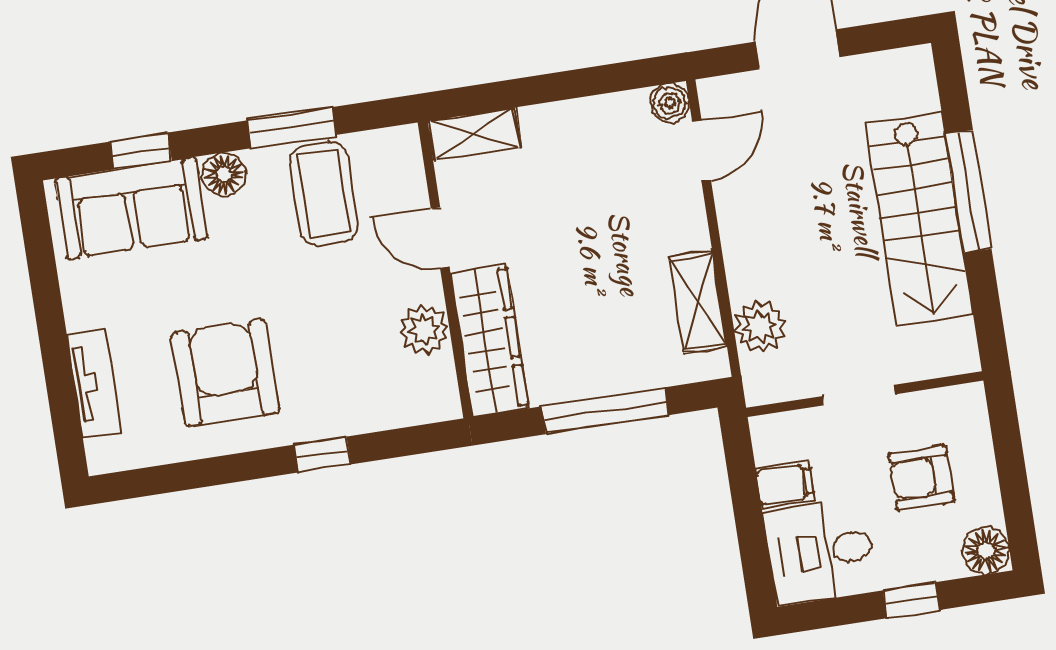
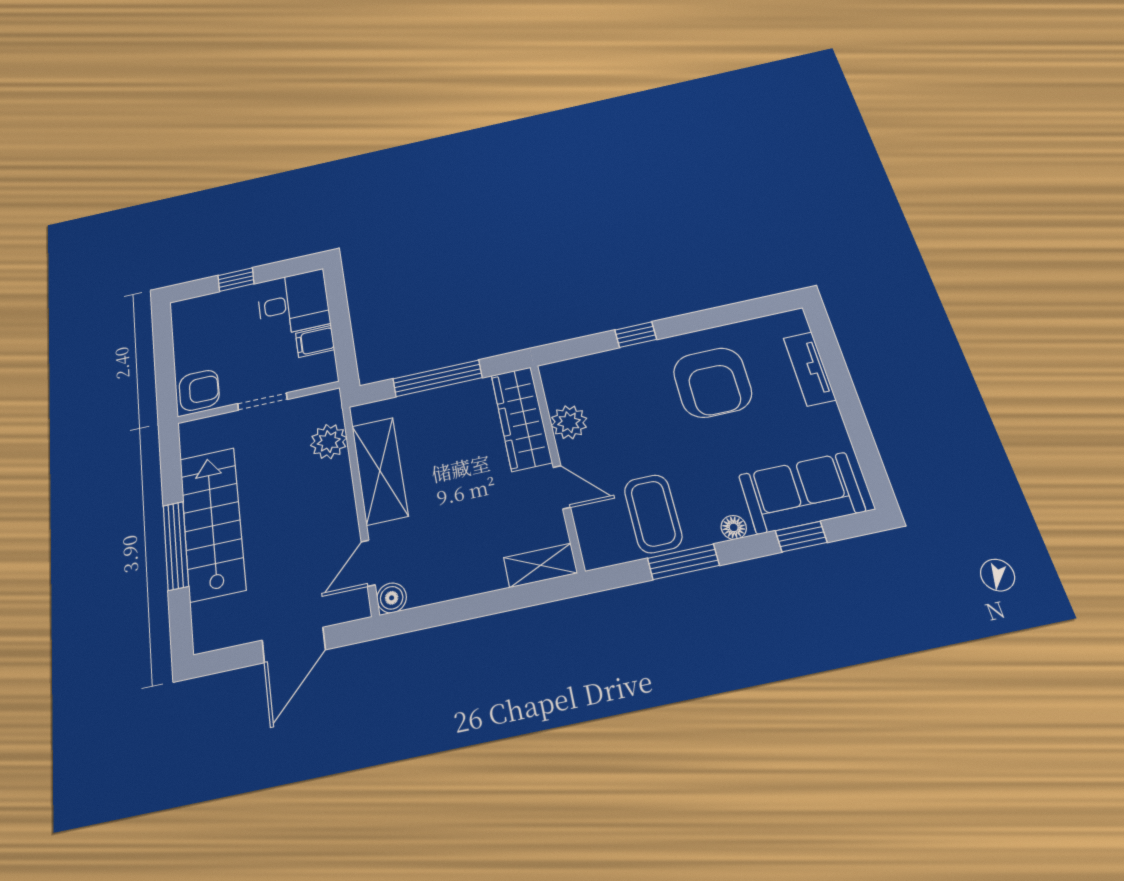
floor lamp: (224, 174) -> (734, 527), width x0.73, depth x0.73
shelving: (698, 302) -> (380, 471), width x1.50, depth x1.33
armchair: (921, 477) -> (199, 390), moved
floor lamp: (986, 551) -> (186, 313), removed

